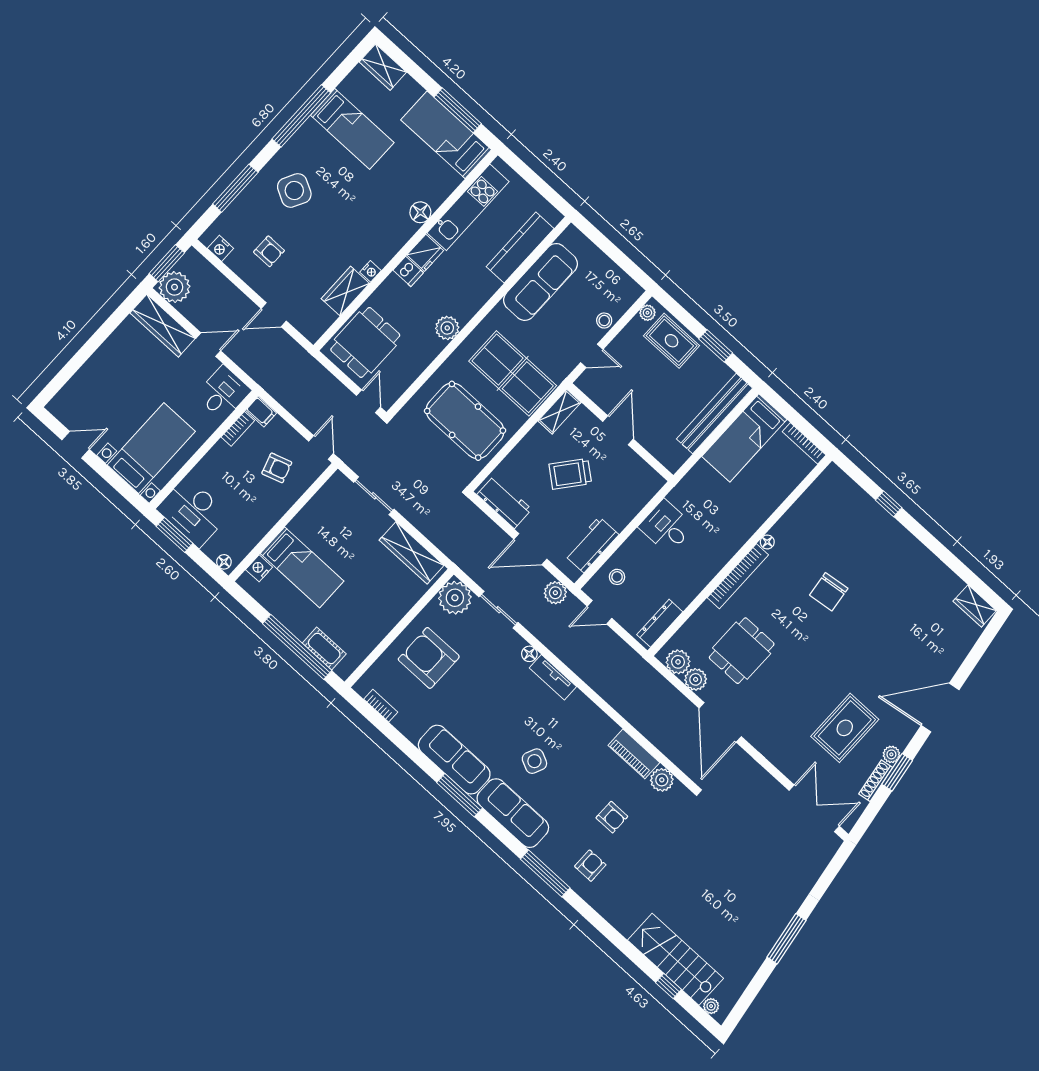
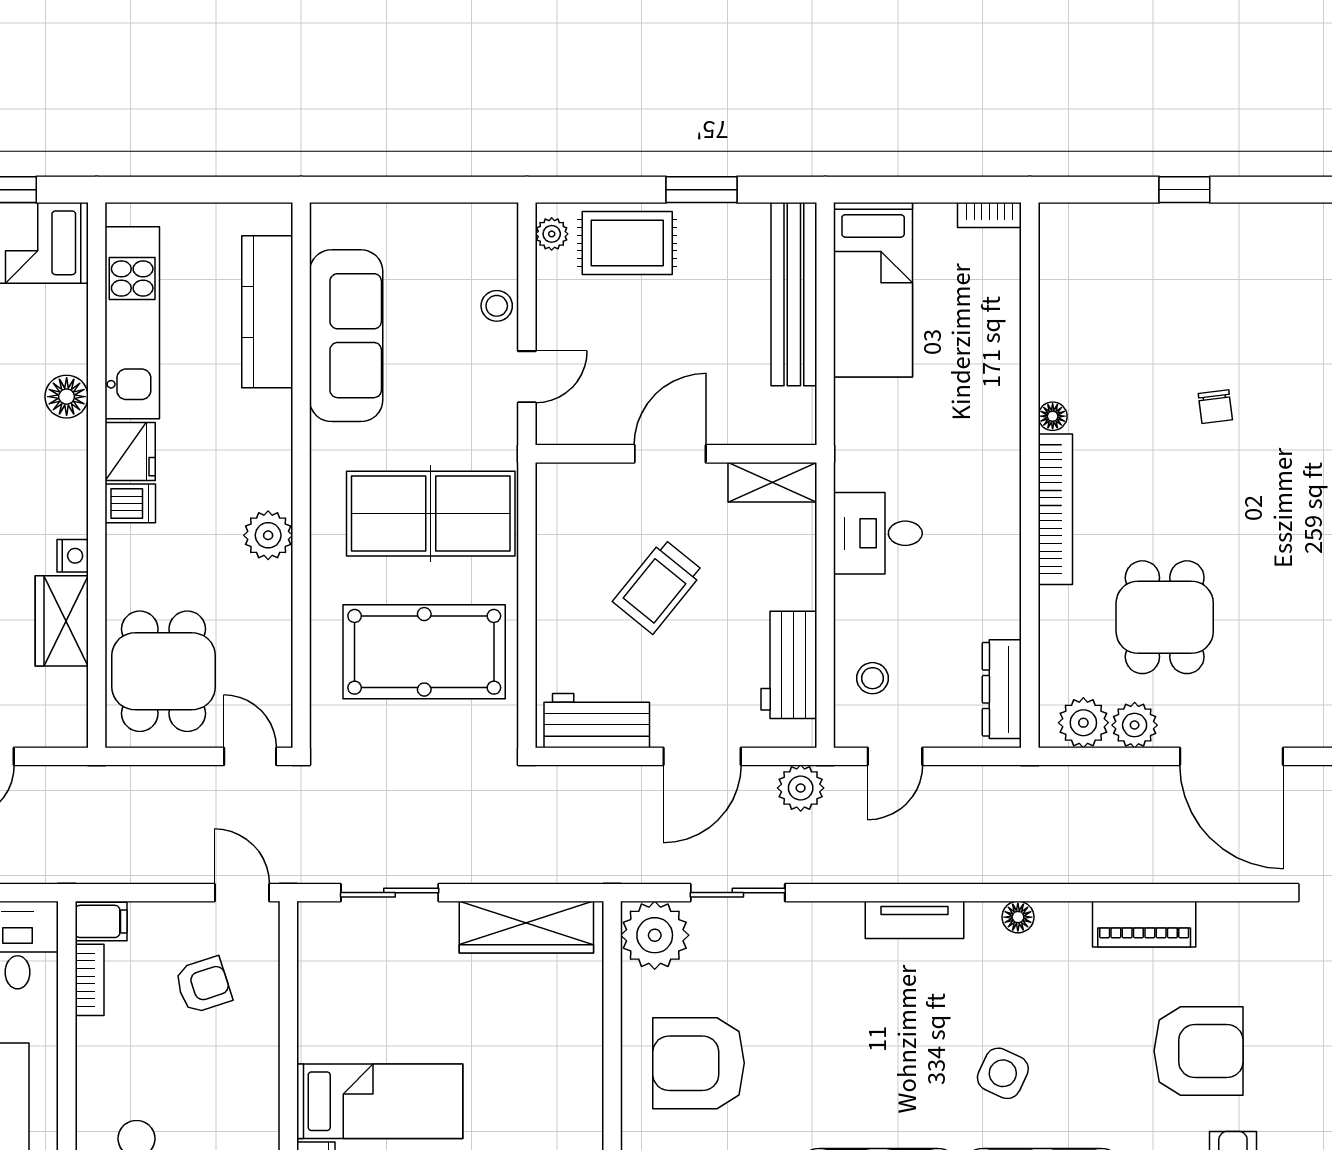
shelving: (560, 412) -> (772, 482), moved, turned 90
door: (618, 430) -> (670, 454), hinge flipped
bookcase: (804, 443) -> (989, 215), width x0.64
chair: (829, 592) -> (1215, 407), width x0.54, depth x0.54
floor lamp: (529, 654) -> (1018, 917), moved
plant: (662, 780) -> (1223, 925), removed
armchair: (612, 817) -> (1198, 1051), width x1.88, depth x1.88

